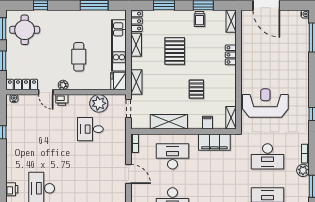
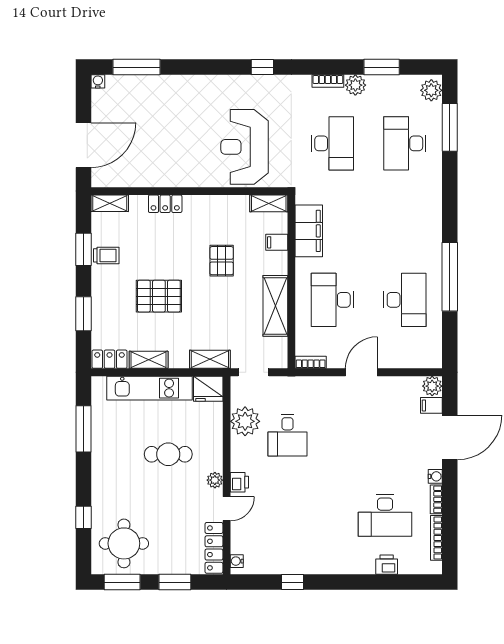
pallet: (196, 89) -> (222, 261), turned 90

